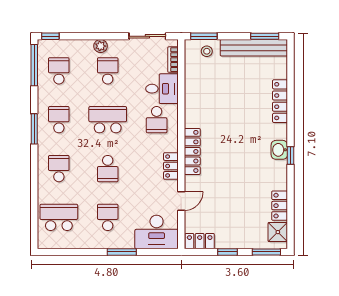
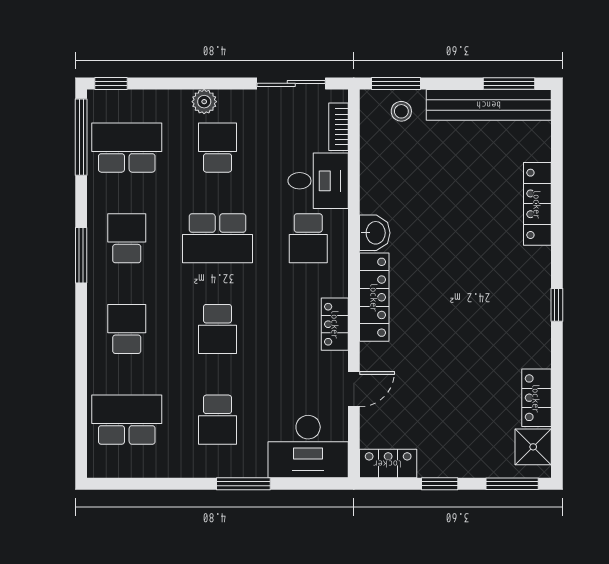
school desk: (59, 71) -> (127, 148), width x1.85
school desk: (108, 120) -> (217, 238), turned 180
washbasin: (279, 150) -> (375, 233), moved, turned 180
school desk: (108, 217) -> (217, 420), turned 180

